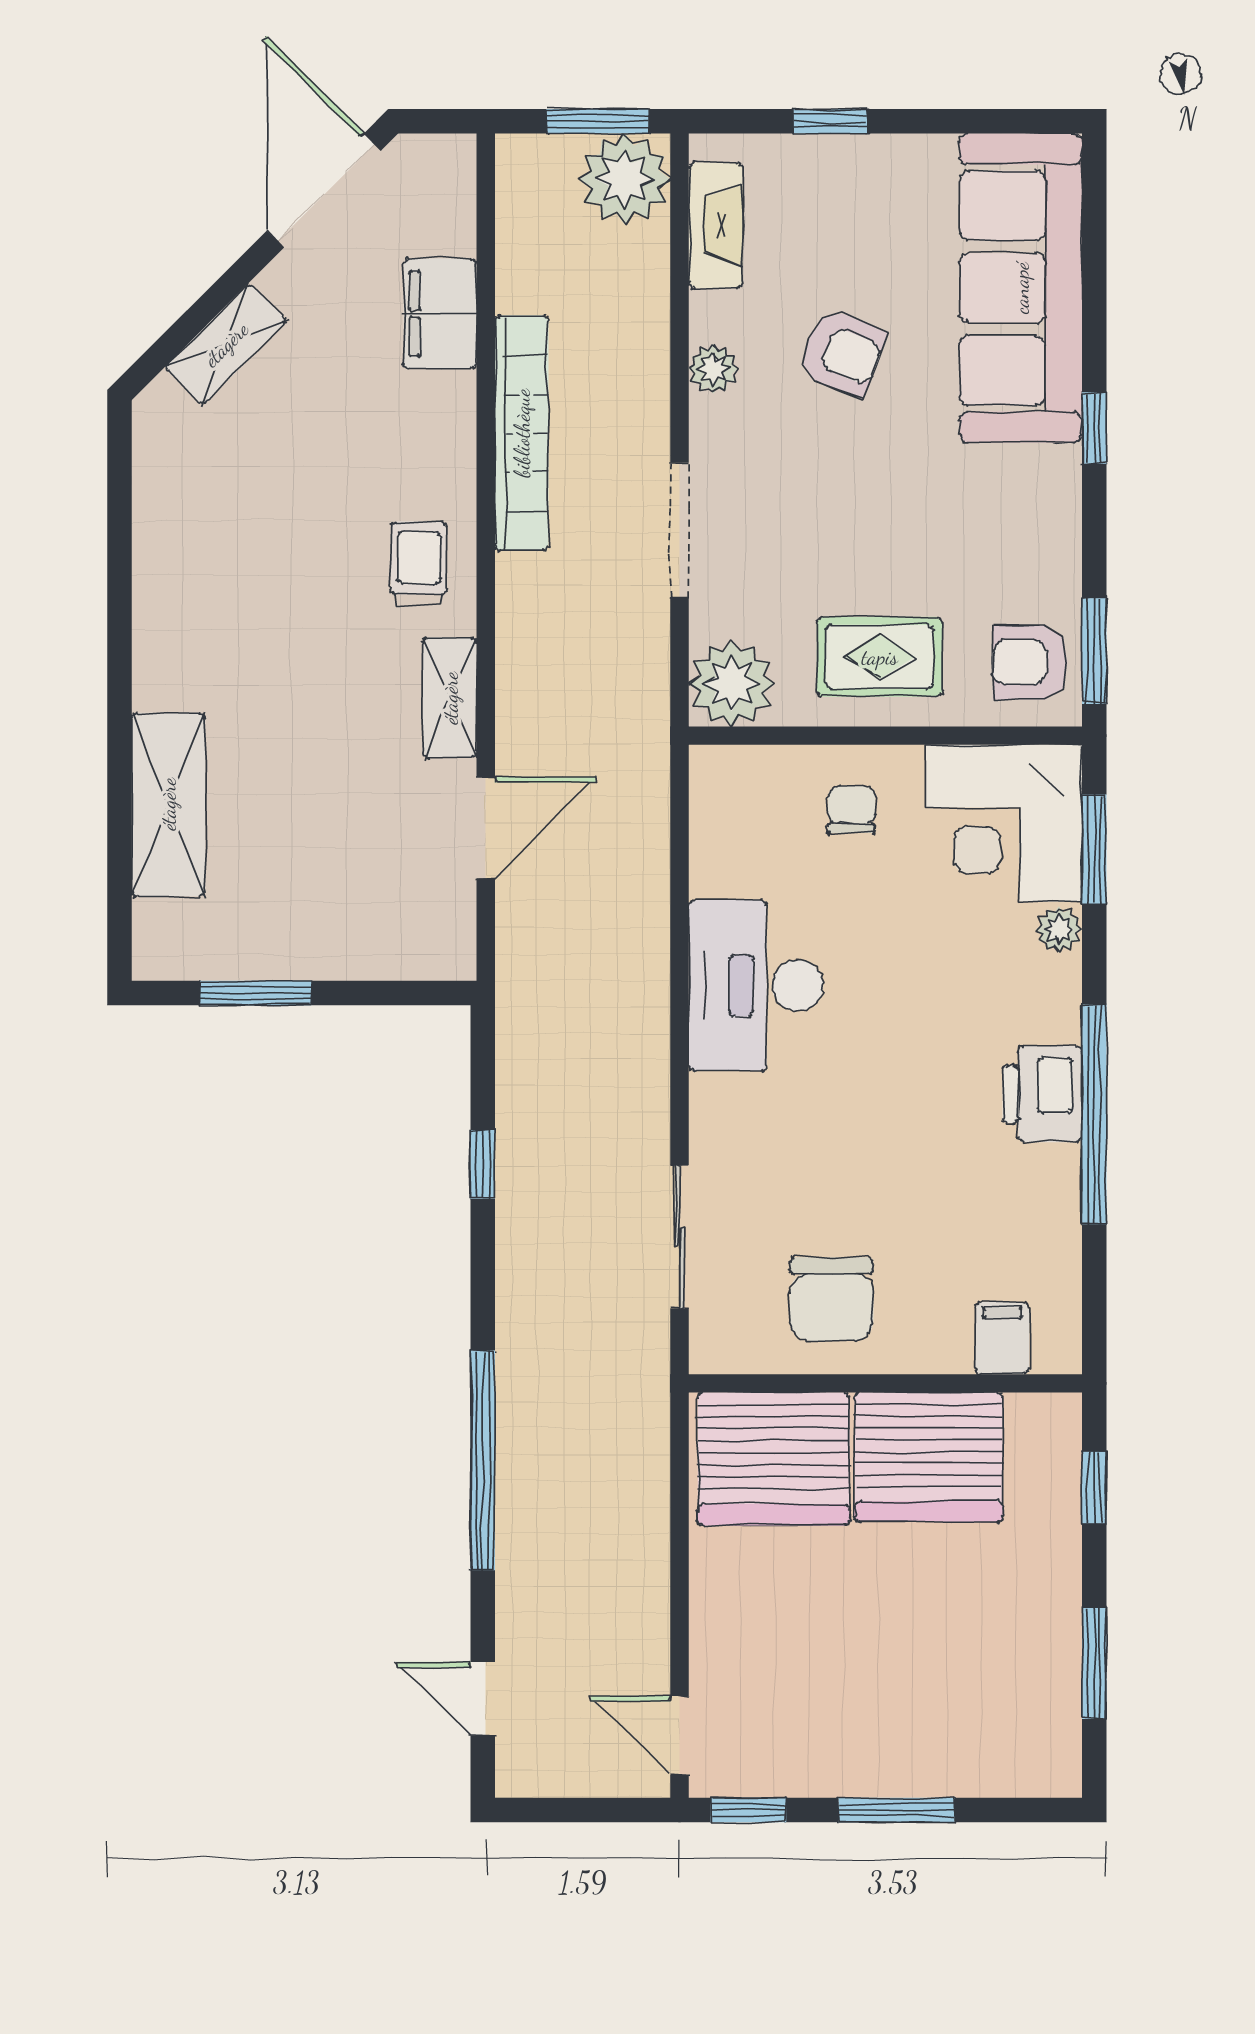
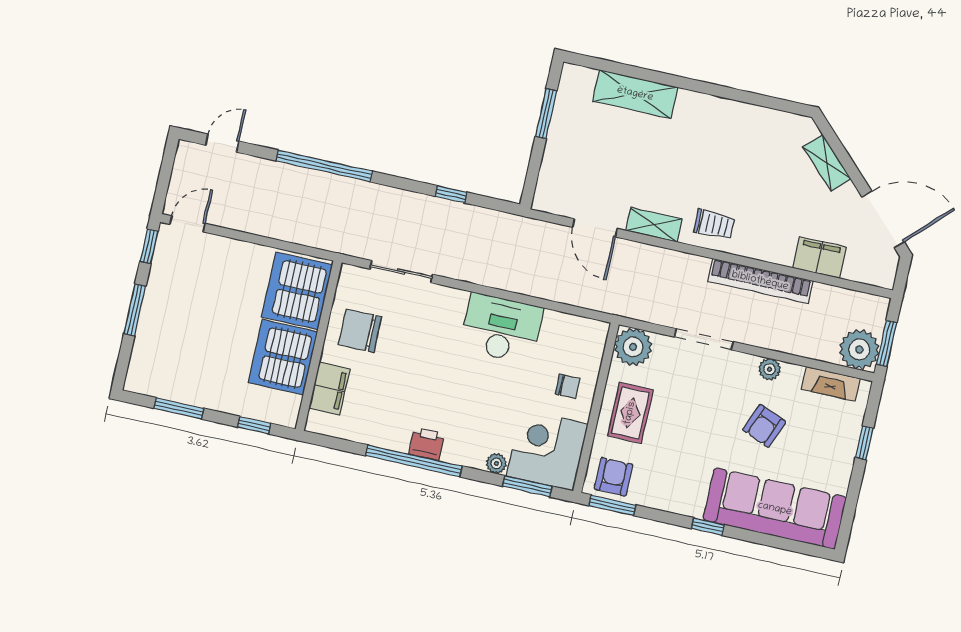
printer: (1042, 1094) -> (427, 444), width x0.73, depth x0.81
filing cabinet: (1002, 1338) -> (329, 388), width x2.00

